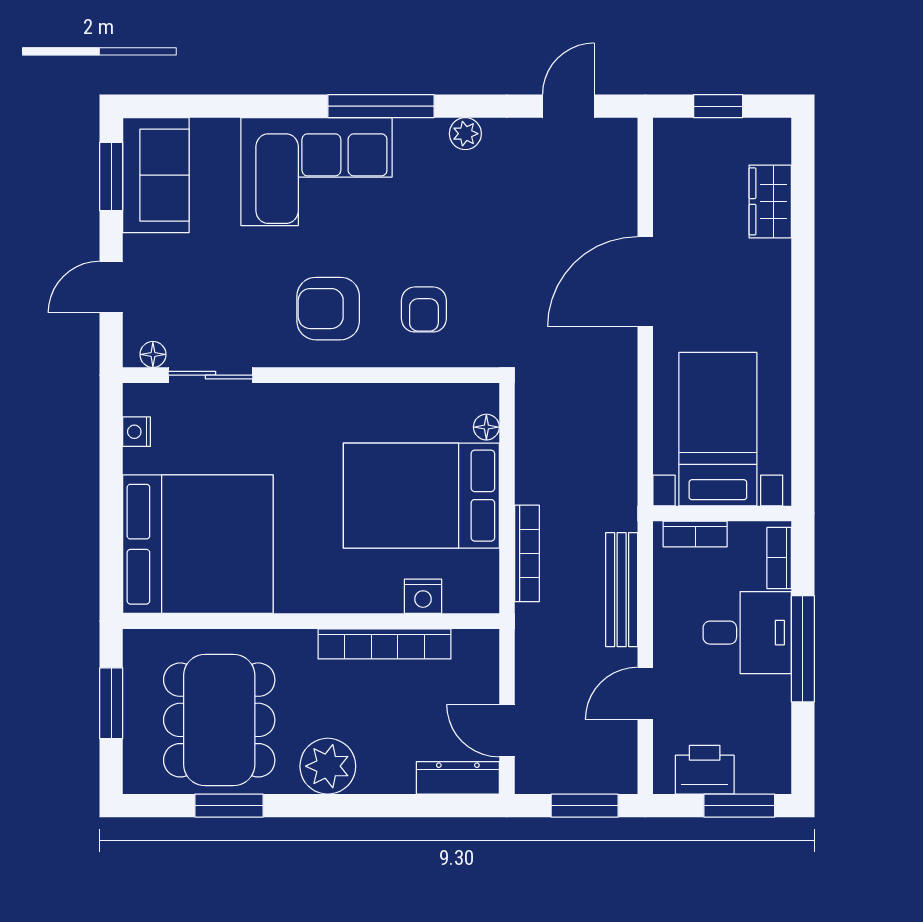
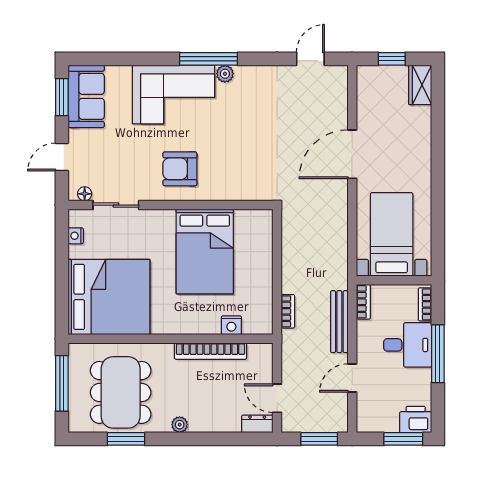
plant: (465, 134) -> (225, 74), moved
wardrobe: (770, 201) -> (420, 85), moved
armchair: (424, 309) -> (232, 169), removed
floor lamp: (486, 427) -> (266, 233), removed
bed: (421, 496) -> (205, 252), moved, turned -90
bookcase: (695, 534) -> (363, 302), moved, turned -90
bookcase: (527, 553) -> (288, 311), width x0.64
window: (111, 703) -> (62, 383), width x1.44
plant: (328, 766) -> (180, 425), width x0.53, depth x0.53
printer: (705, 770) -> (416, 419), moved
dresser: (458, 778) -> (257, 424), width x0.70

